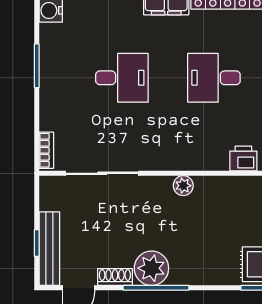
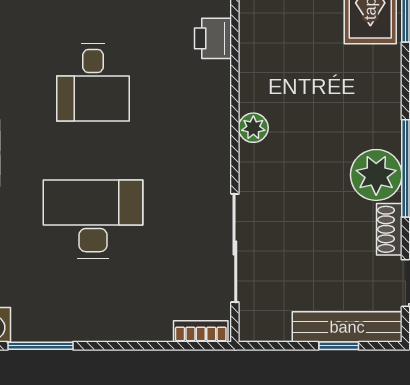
window: (37, 66) -> (41, 346), moved
desk: (122, 78) -> (93, 219), width x1.37

